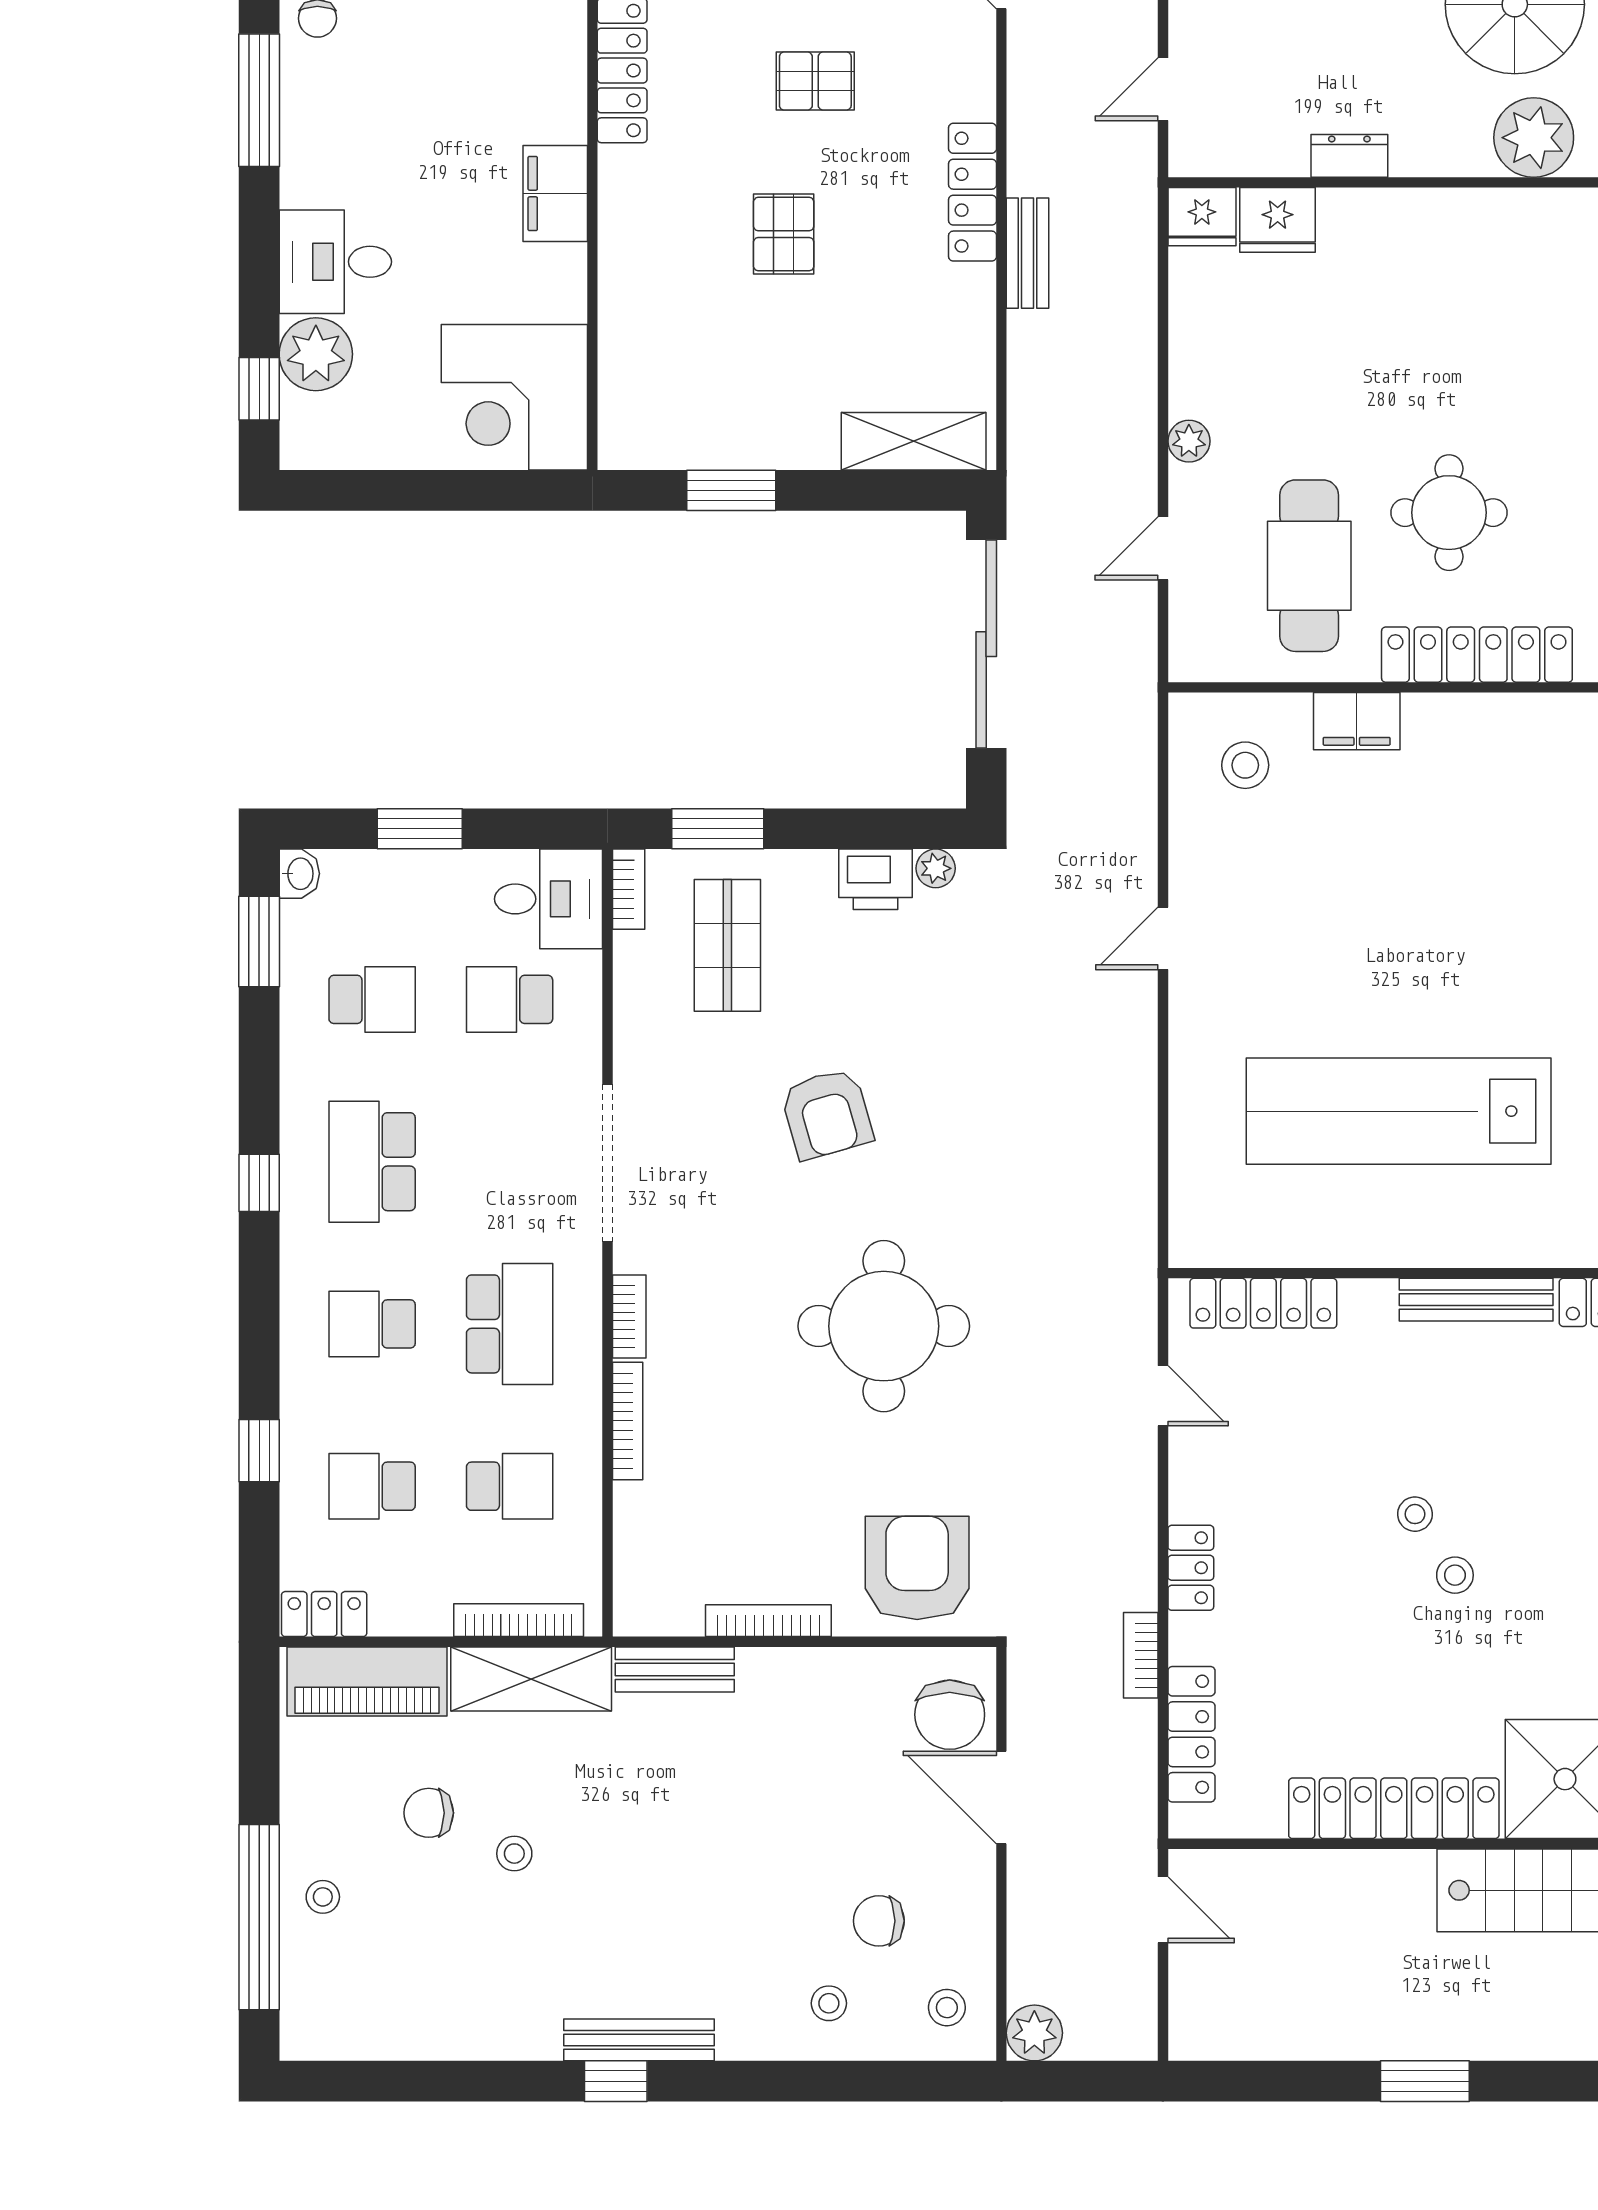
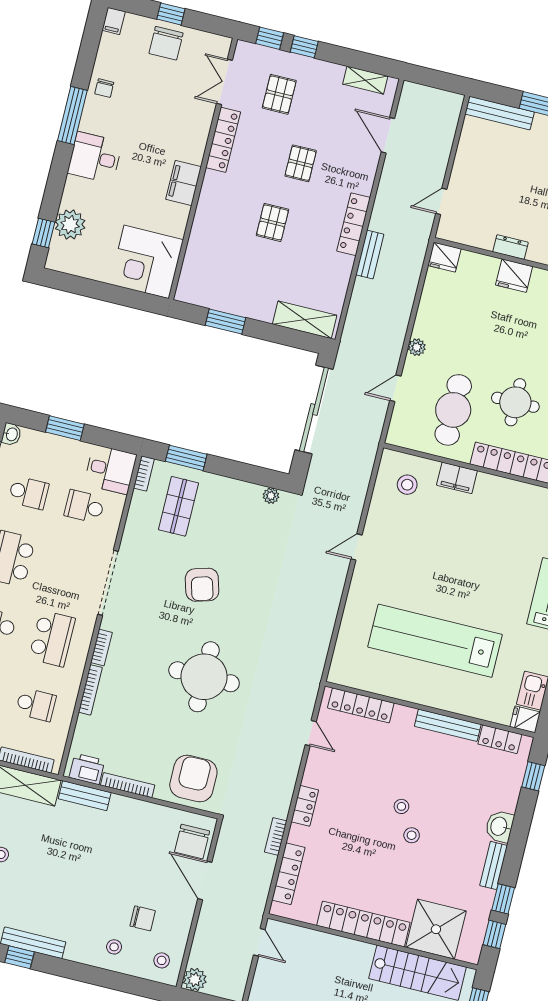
pallet: (815, 81) -> (301, 163), turned 90
fridge: (1278, 220) -> (514, 276), moved
desk: (335, 262) -> (95, 158), moved
printer: (875, 879) -> (87, 769), moved, turned 180
chair: (879, 1921) -> (143, 918), turned 180

